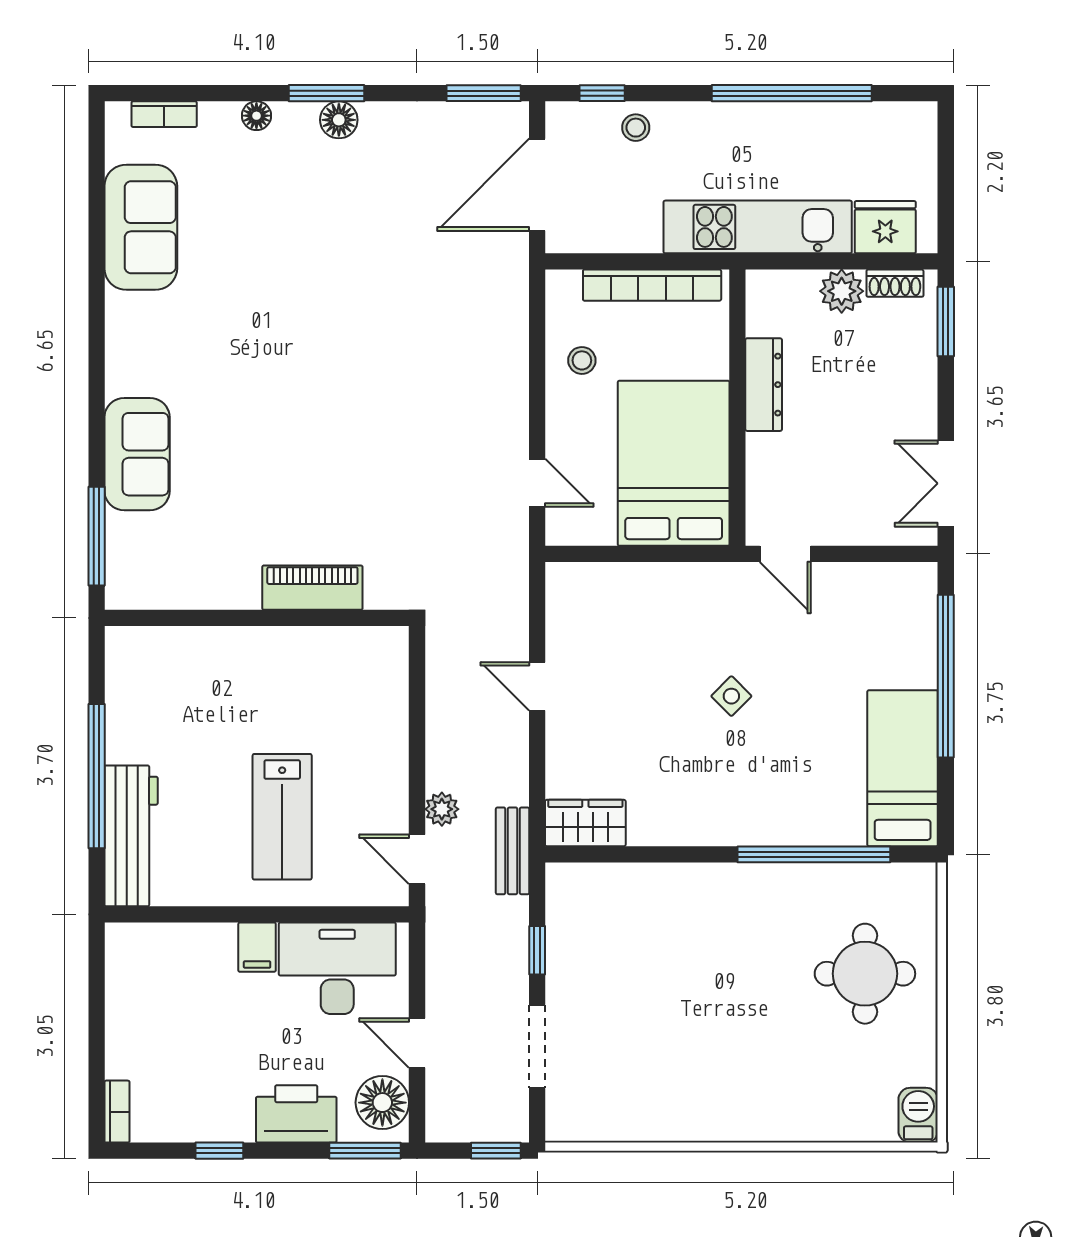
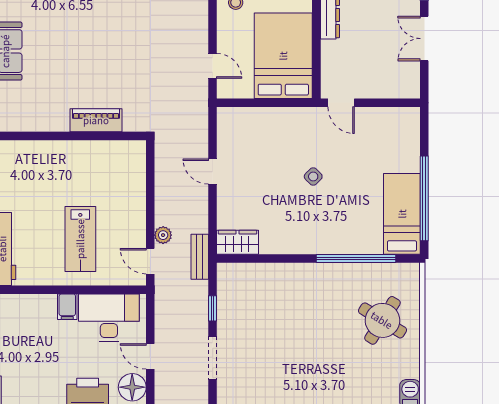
double door: (946, 483) -> (424, 39), moved
window: (946, 676) -> (424, 198), moved
round table: (865, 974) -> (382, 320), turned 32

